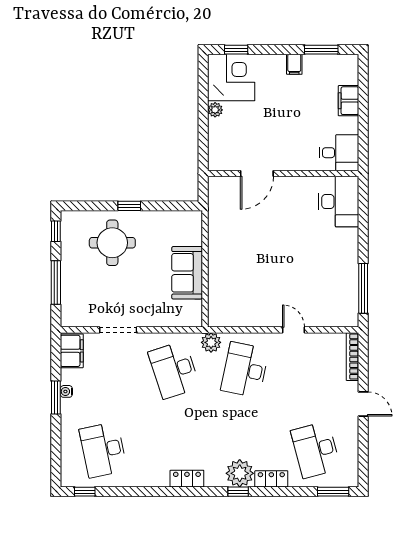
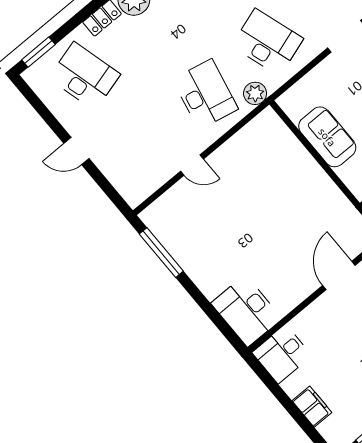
bookcase: (352, 357) -> (121, 185), removed

